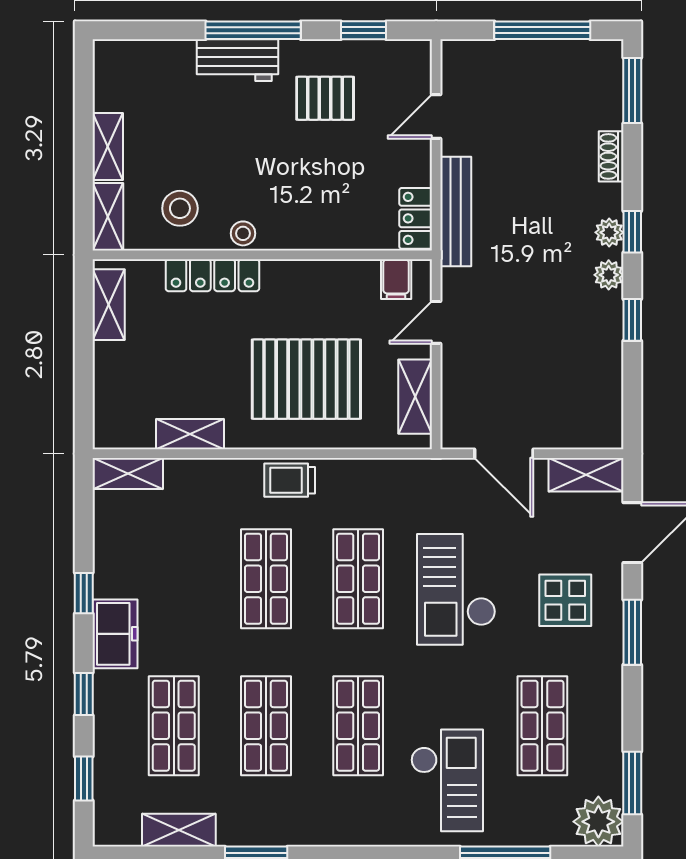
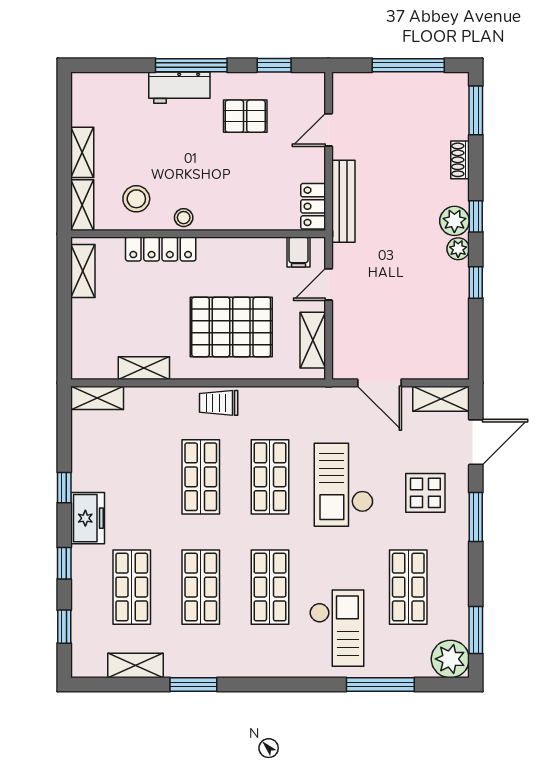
plant: (609, 232) -> (454, 221), width x1.38, depth x1.38

